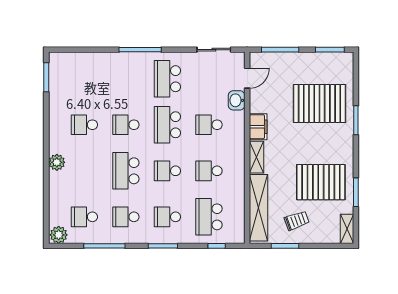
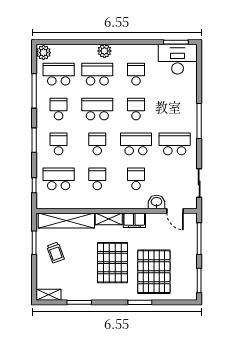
desk: (66, 75) -> (178, 59), added
school desk: (84, 171) -> (97, 74), added
pallet: (321, 182) -> (112, 263), moved
school desk: (84, 217) -> (59, 74), width x1.85

